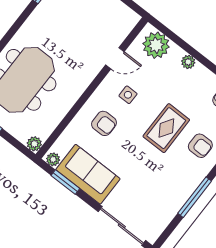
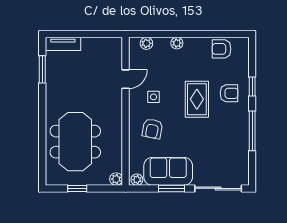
plant: (156, 45) -> (146, 43), width x0.53, depth x0.53
armchair: (104, 123) -> (152, 129), turned 101
window: (65, 182) -> (172, 188), moved

